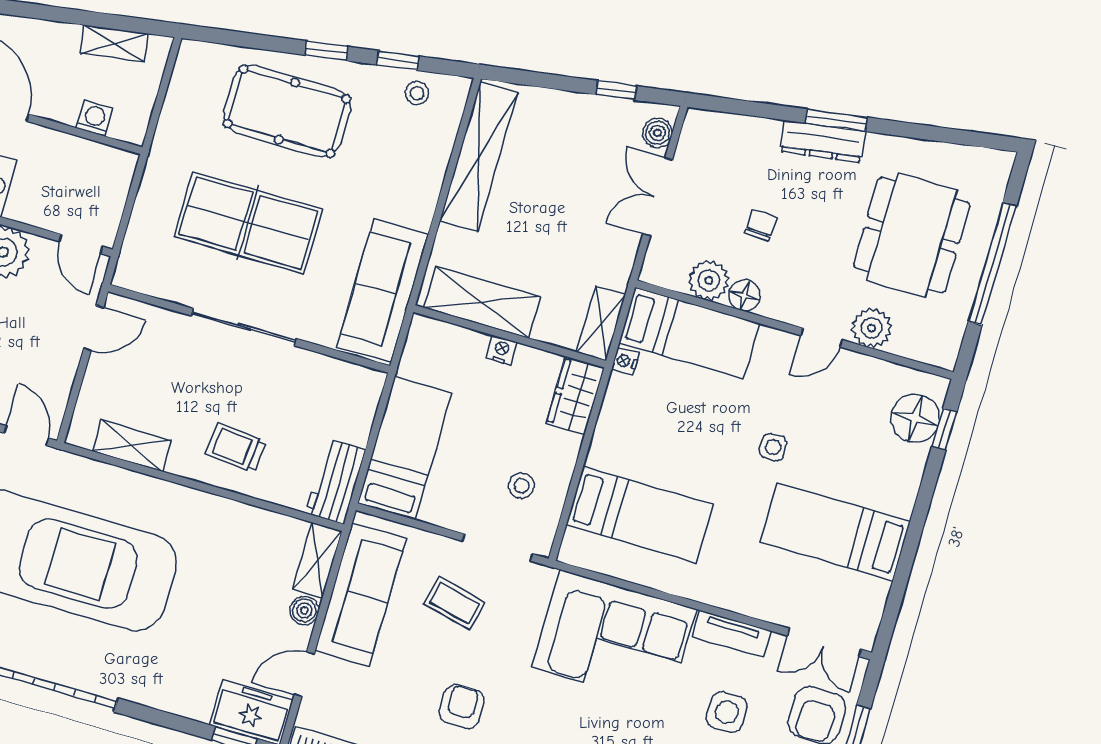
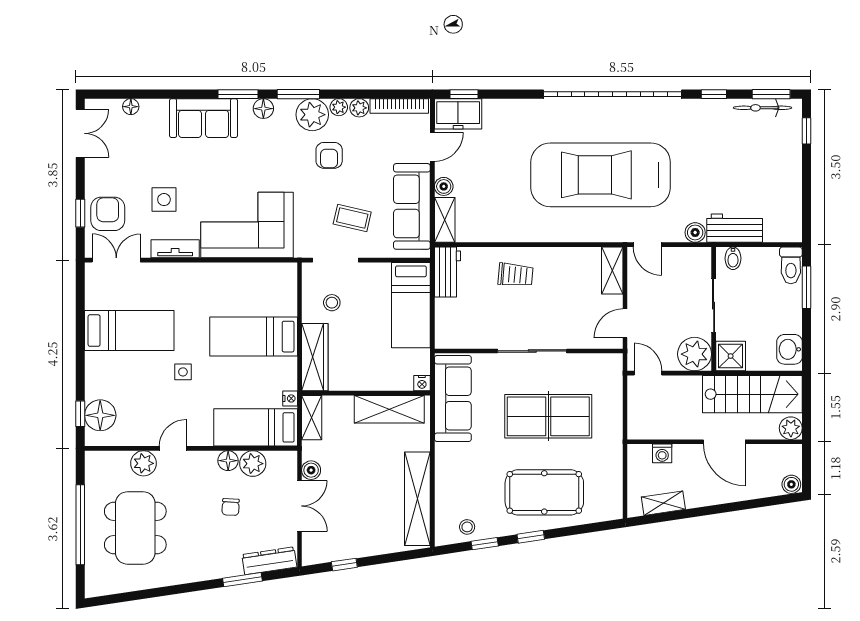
window: (837, 120) -> (242, 580), moved
boiler: (657, 133) -> (311, 470), moved
dresser: (823, 141) -> (269, 561), moved
nightstand: (502, 350) -> (422, 383), moved
wardrobe: (575, 395) -> (315, 357), width x1.50
shelving: (132, 446) -> (612, 271), moved, turned 90
bed: (639, 515) -> (254, 337), moved

